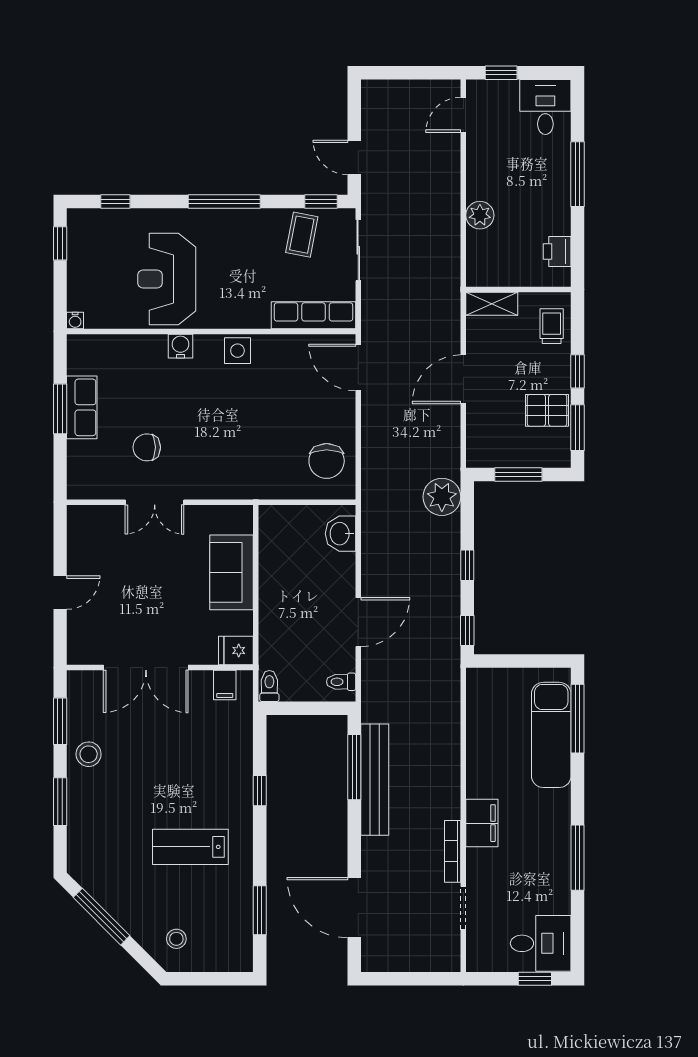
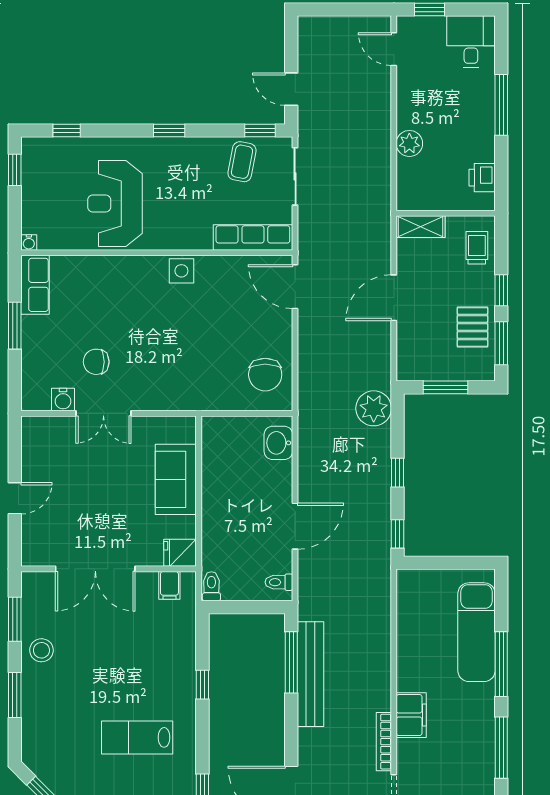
door: (463, 115) -> (394, 49), hinge flipped
window: (224, 201) -> (169, 131), width x0.46
water cooler: (180, 346) -> (63, 399), moved, turned 180
row of seats: (82, 407) -> (35, 285), moved
pallet: (547, 410) -> (473, 327), turned 90
window: (578, 719) -> (501, 664), moved

